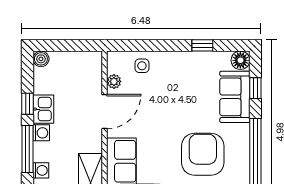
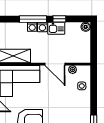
washing machine: (41, 170) -> (32, 27), moved

